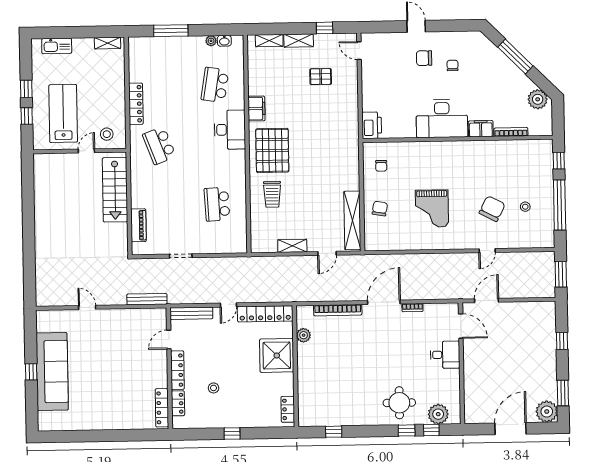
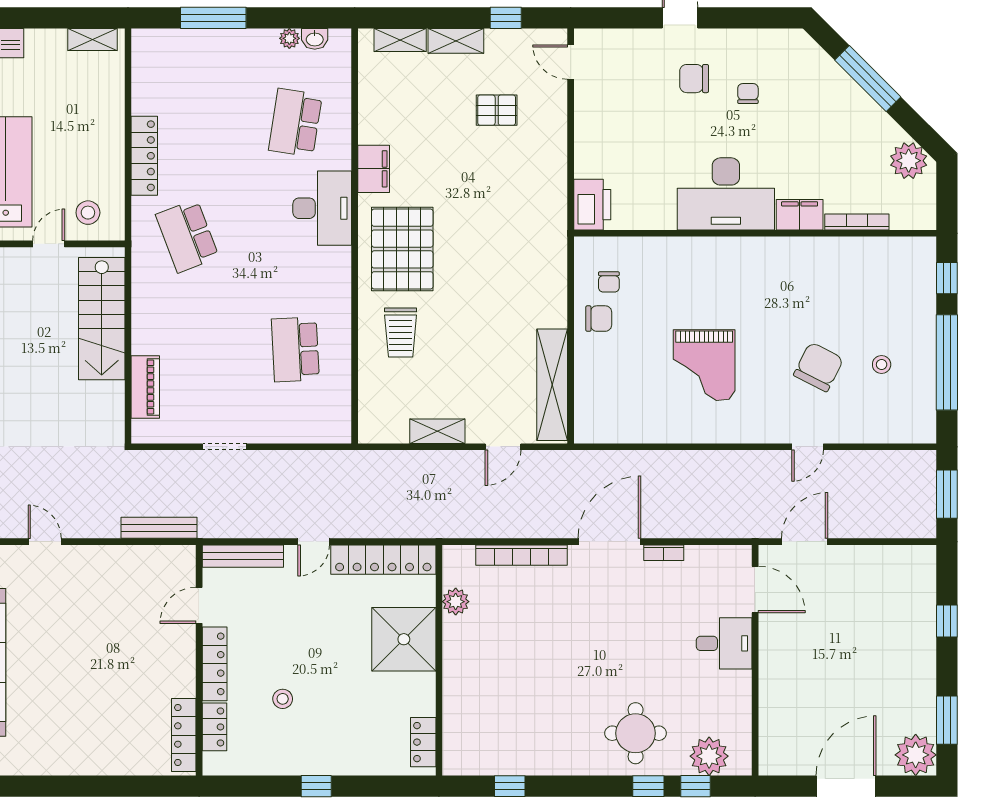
chair: (380, 209) -> (599, 319), moved, turned 80

